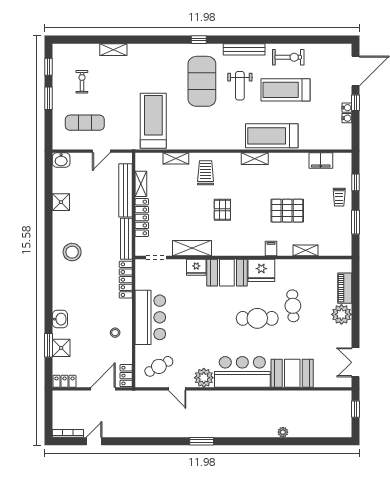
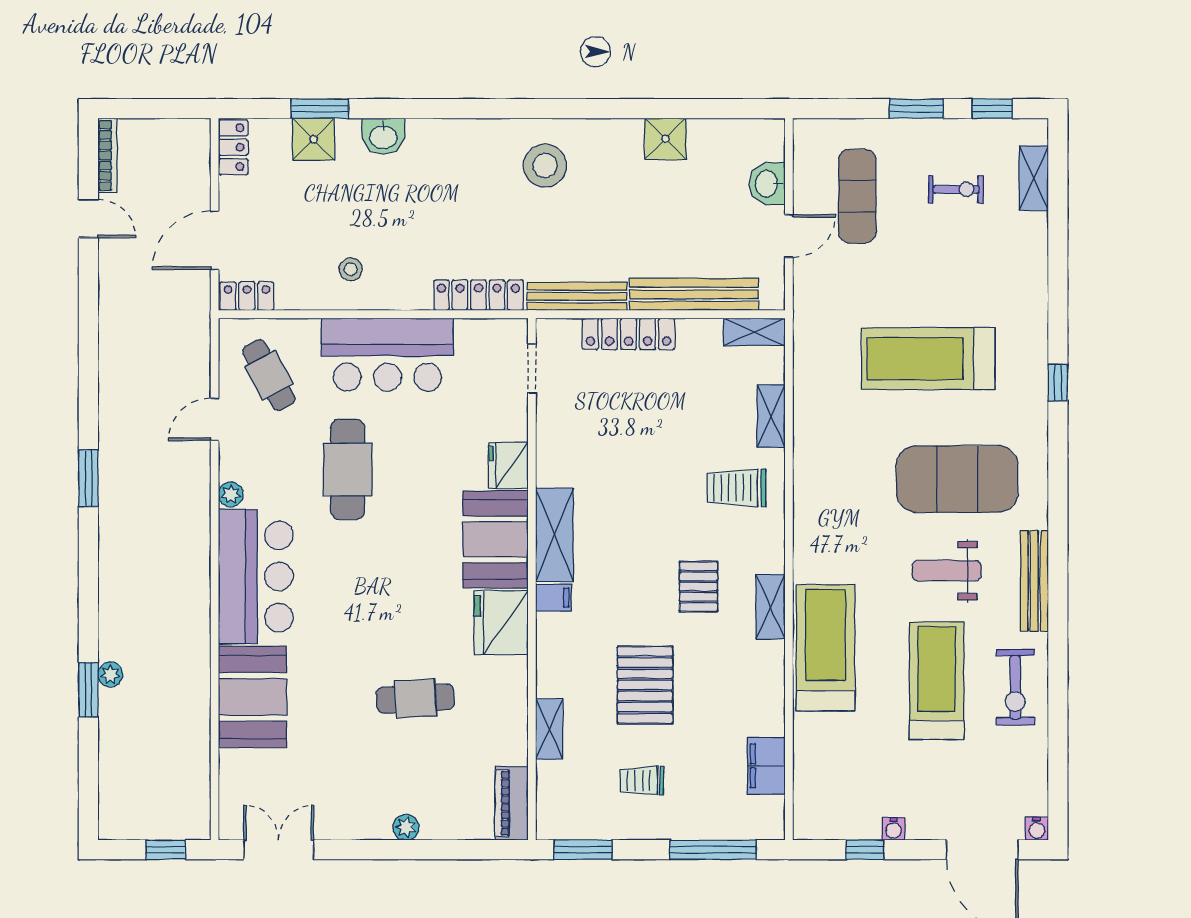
window: (199, 40) -> (1058, 383), moved
shelving: (113, 50) -> (1034, 178), moved
window: (355, 103) -> (865, 850), moved
water cooler: (347, 118) -> (1037, 829), moved
treadmill: (153, 121) -> (928, 359), moved, turned 180
door: (101, 151) -> (789, 236), swing flipped
washbasin: (61, 160) -> (767, 184), moved
trolley: (206, 173) -> (736, 488), turned 180
window: (355, 182) -> (713, 850), width x2.17
shelving: (141, 184) -> (754, 332), moved
trolley: (339, 197) -> (642, 781), moved
pallet: (222, 210) -> (698, 587), moved, turned 90
window: (355, 222) -> (583, 850), moved
shelving: (192, 248) -> (554, 535), moved
filing cabinet: (271, 249) -> (554, 598), moved
piano: (345, 288) -> (512, 803), moved, turned -90
plant: (341, 314) -> (406, 827), width x0.53, depth x0.53
cafe table: (257, 318) -> (348, 469), moved
plant: (204, 378) -> (231, 494), width x0.53, depth x0.53
door: (103, 389) -> (215, 240), swing flipped
window: (289, 441) -> (88, 690), added

